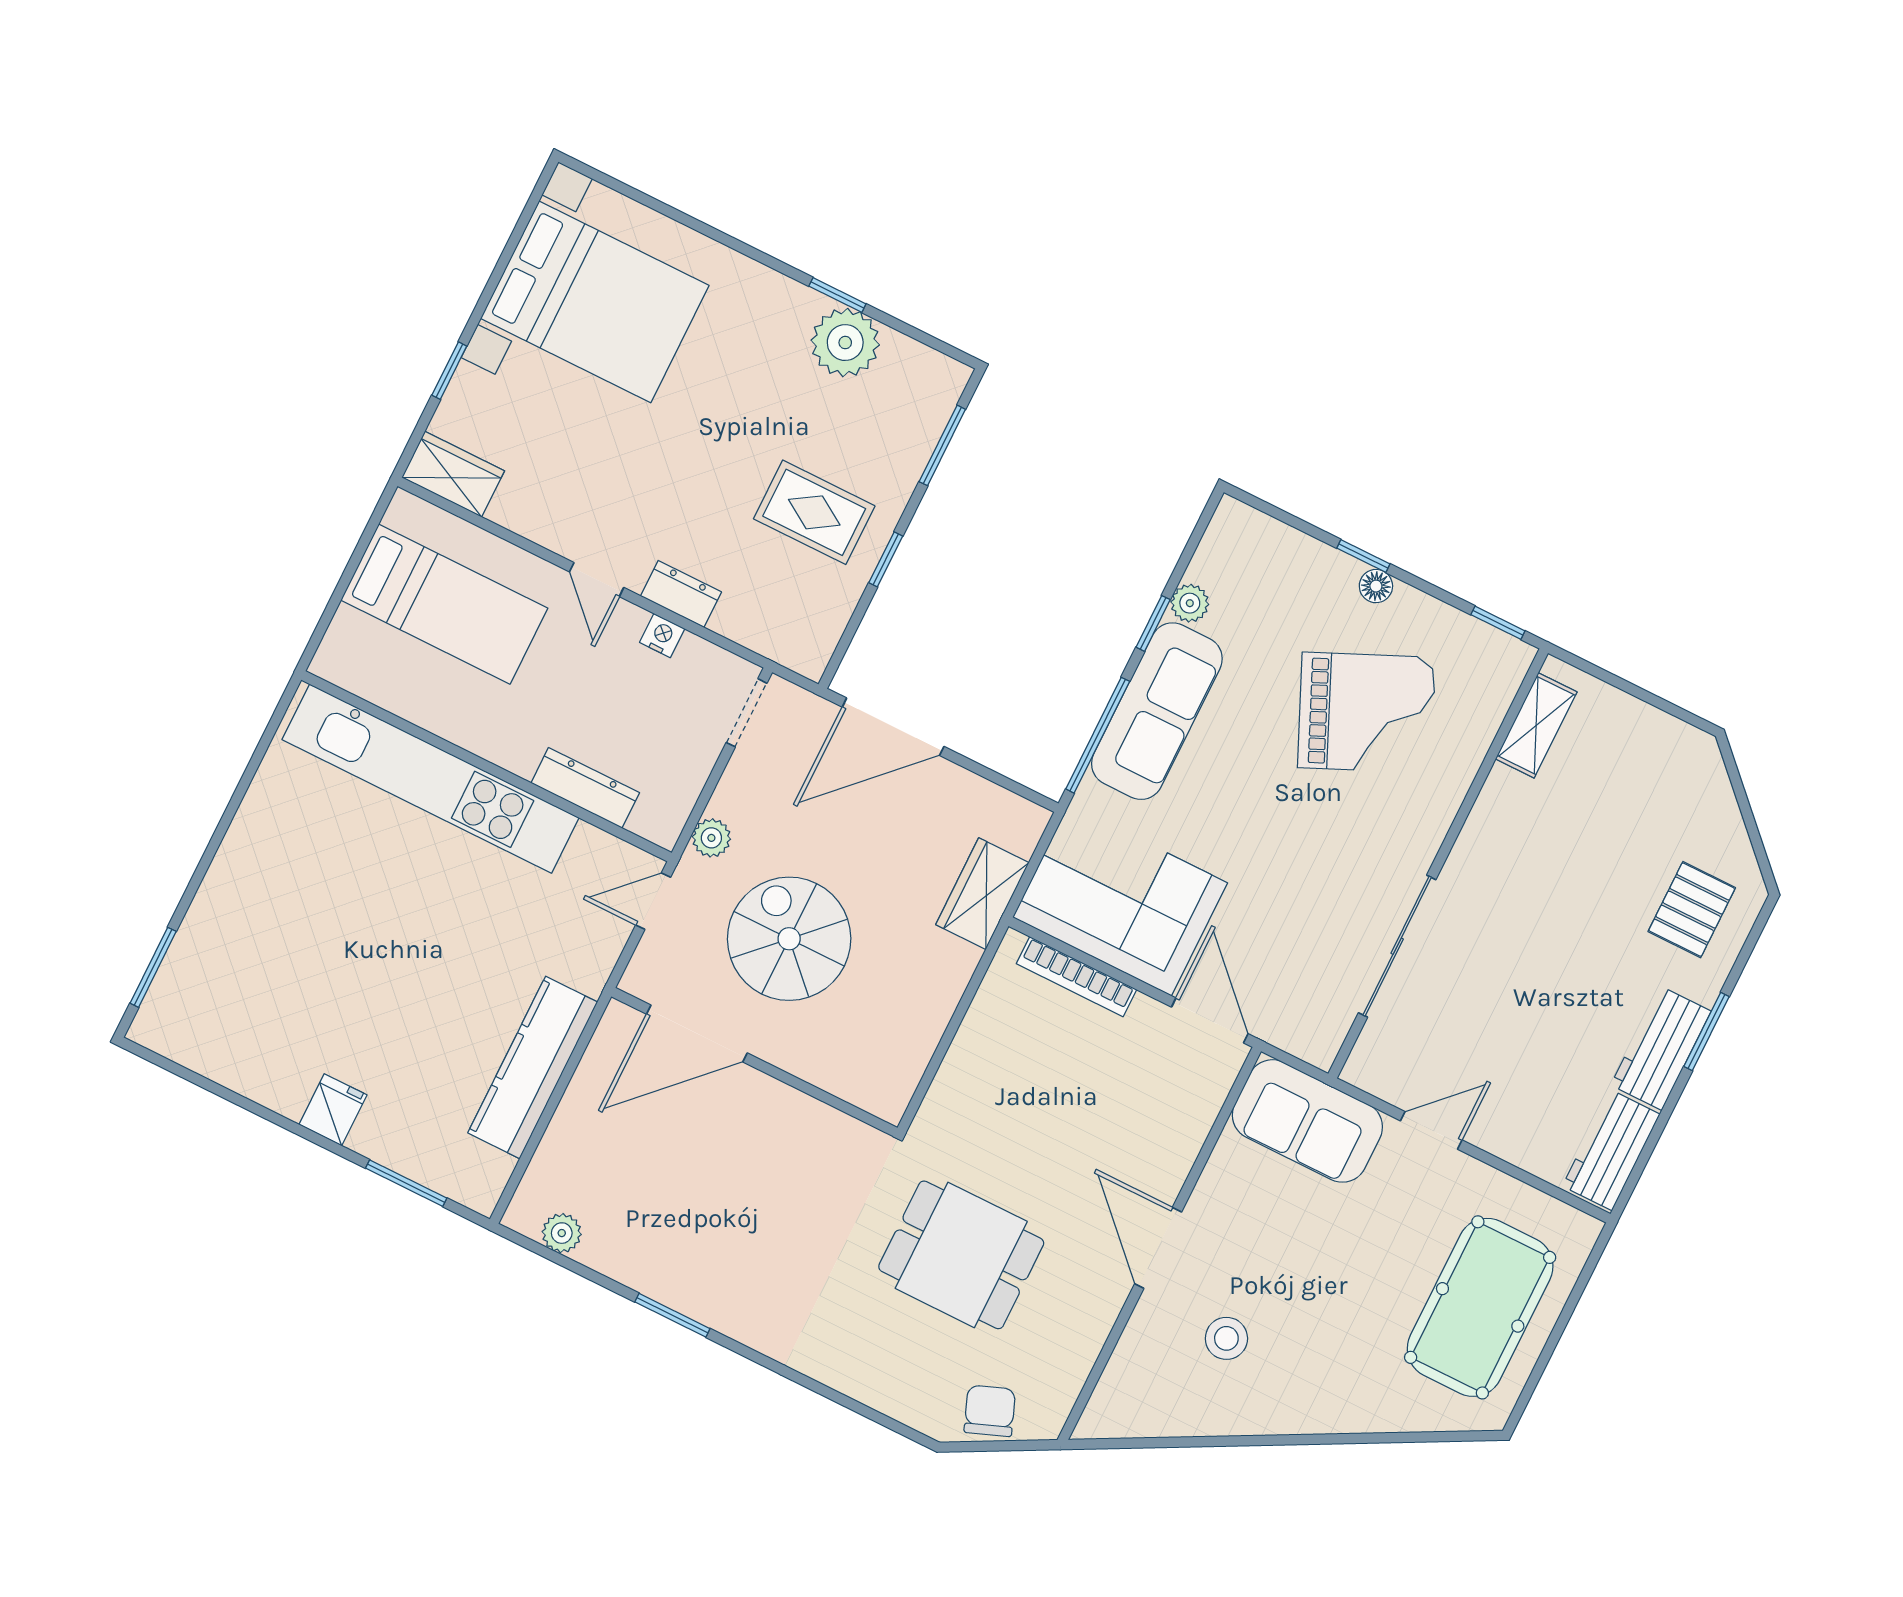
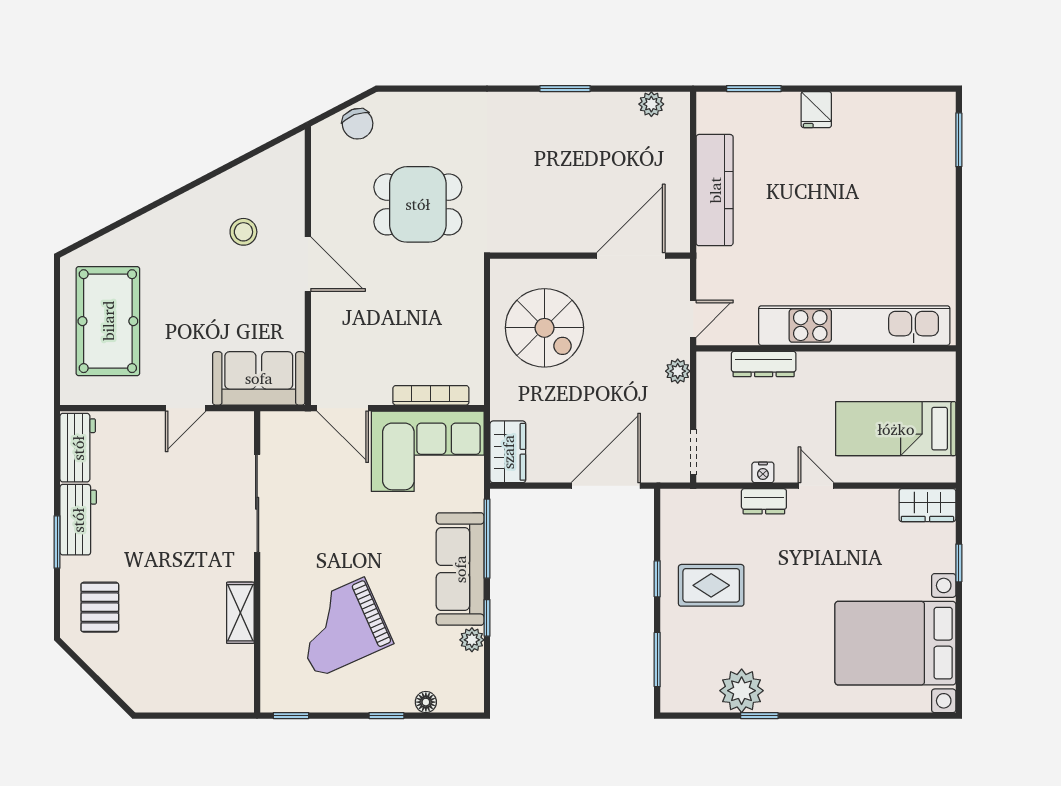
floor lamp: (1376, 586) -> (426, 702), moved
shelving: (1536, 725) -> (240, 613), moved
wardrobe: (982, 894) -> (508, 452), moved
spiral stairs: (789, 939) -> (544, 328), moved

